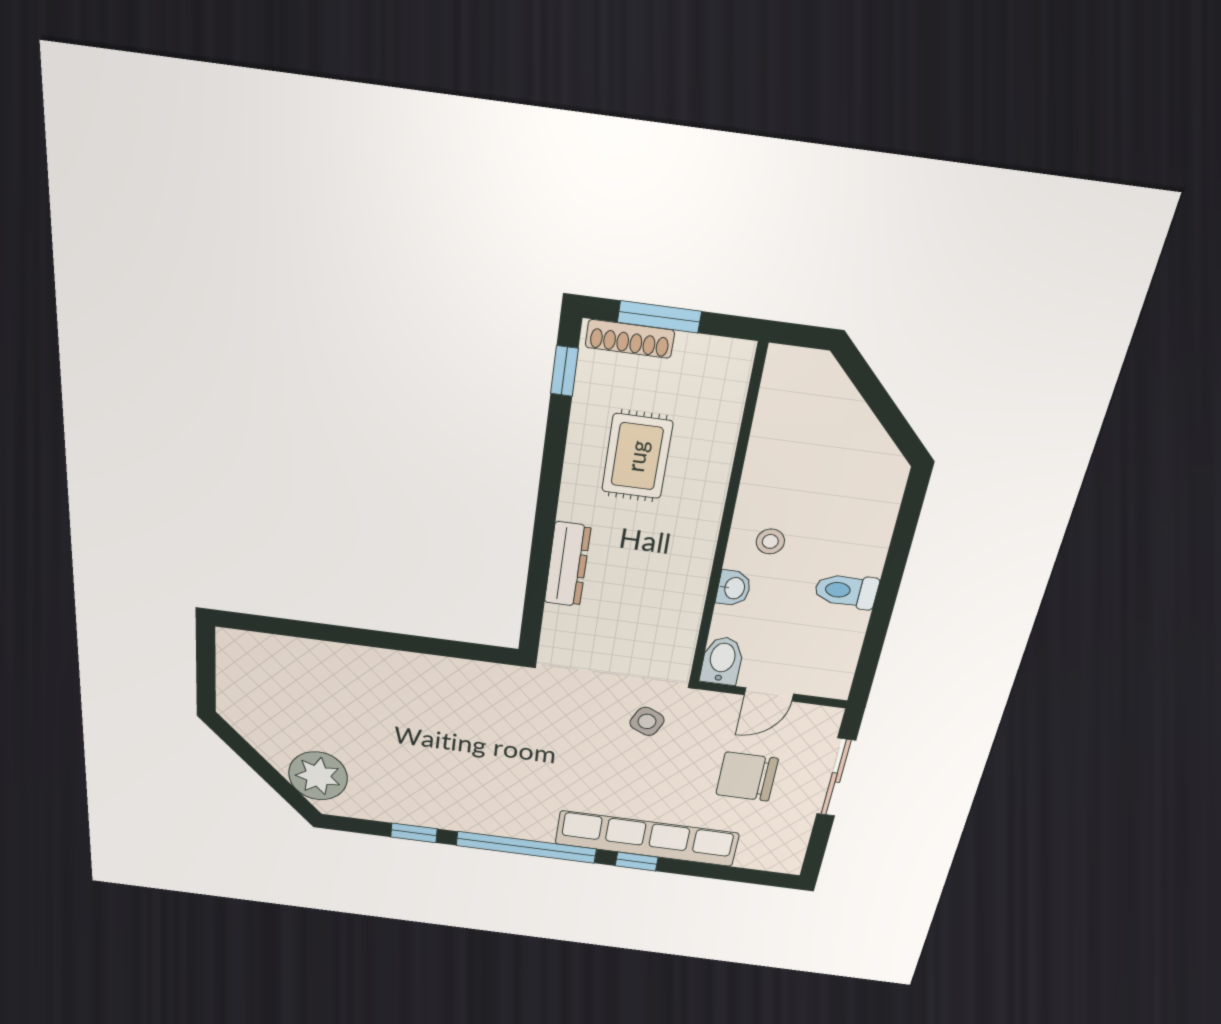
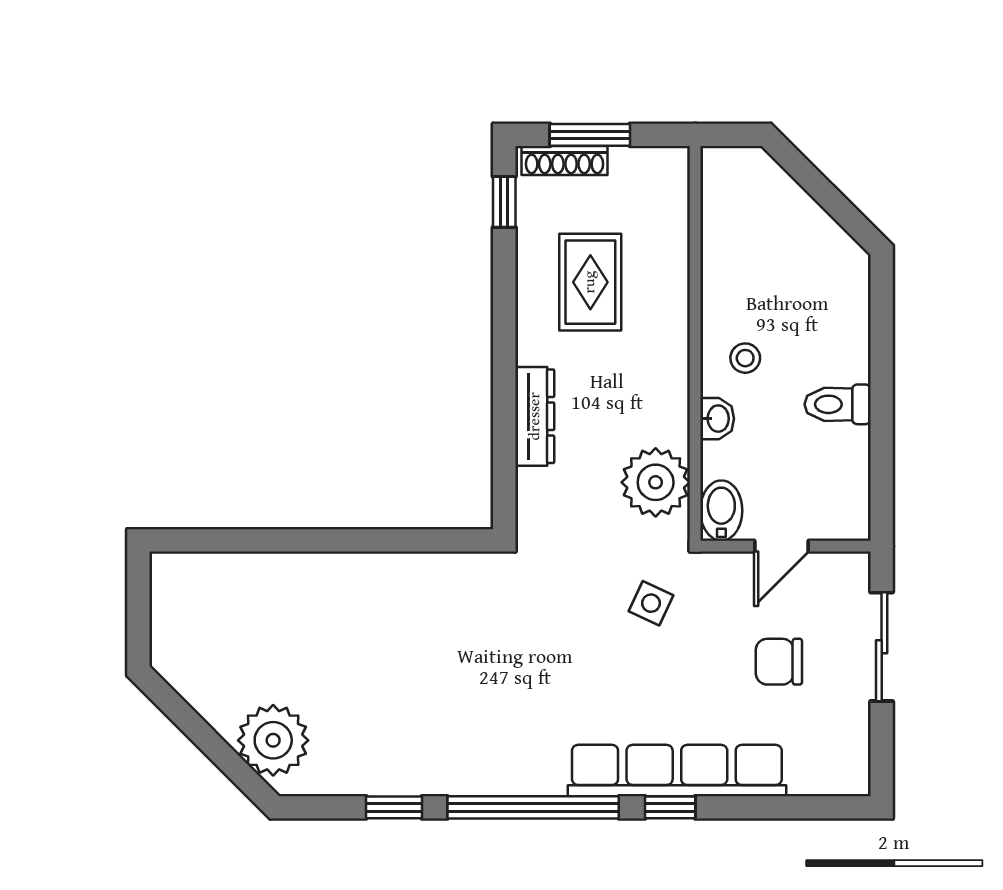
plant: (668, 631) -> (656, 482), added
chair: (747, 777) -> (779, 662), width x0.73, depth x0.73

